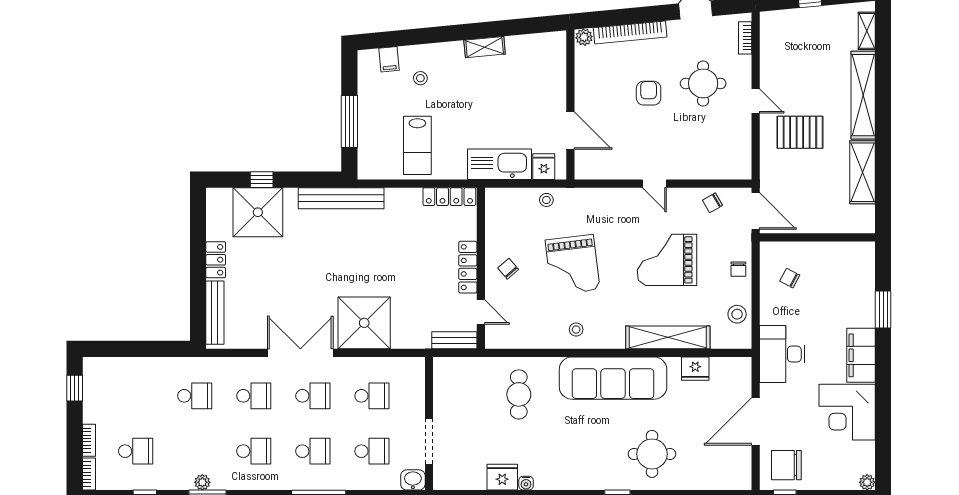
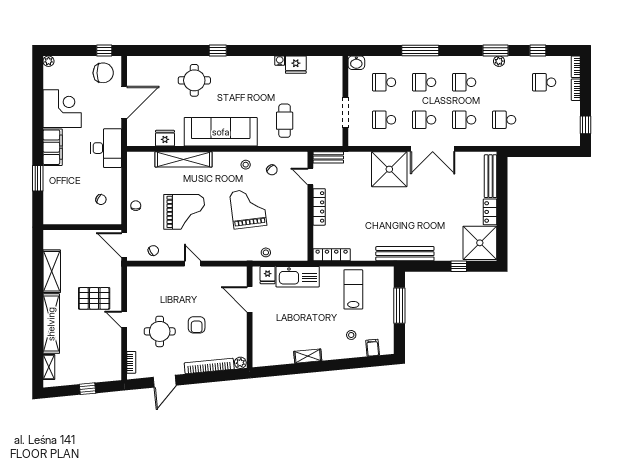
shower: (258, 212) -> (480, 243), moved
chair: (508, 269) -> (272, 170), moved
stool: (737, 314) -> (137, 175), removed
doorway: (429, 442) -> (345, 113), moved

